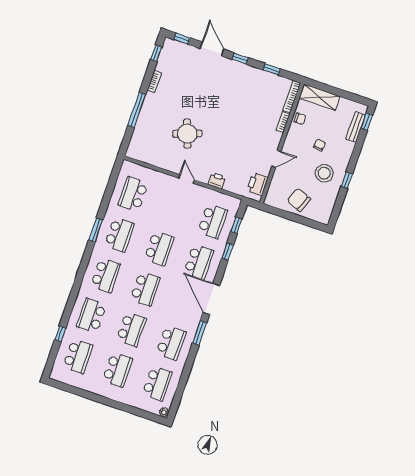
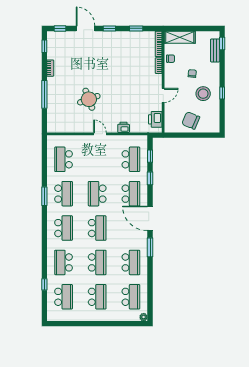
school desk: (159, 248) -> (97, 194), turned 180

